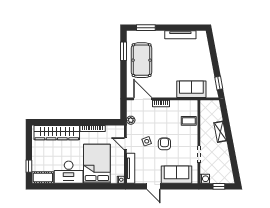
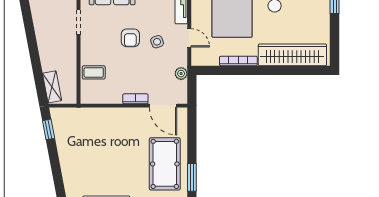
sofa: (191, 89) -> (90, 120), removed
shelving: (220, 132) -> (52, 87), moved

